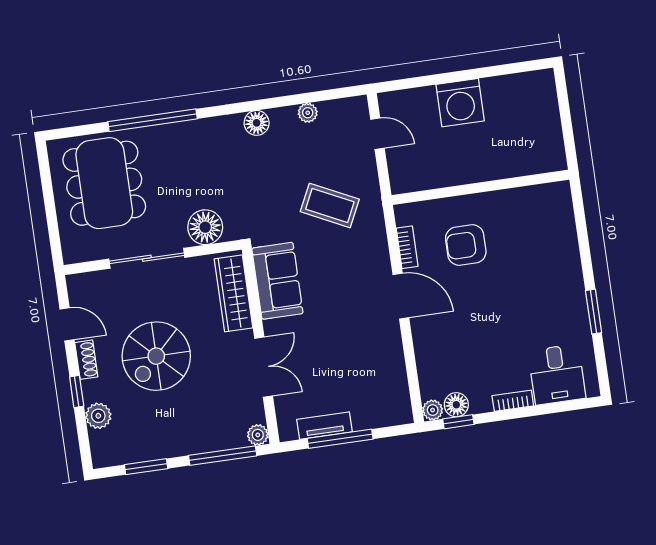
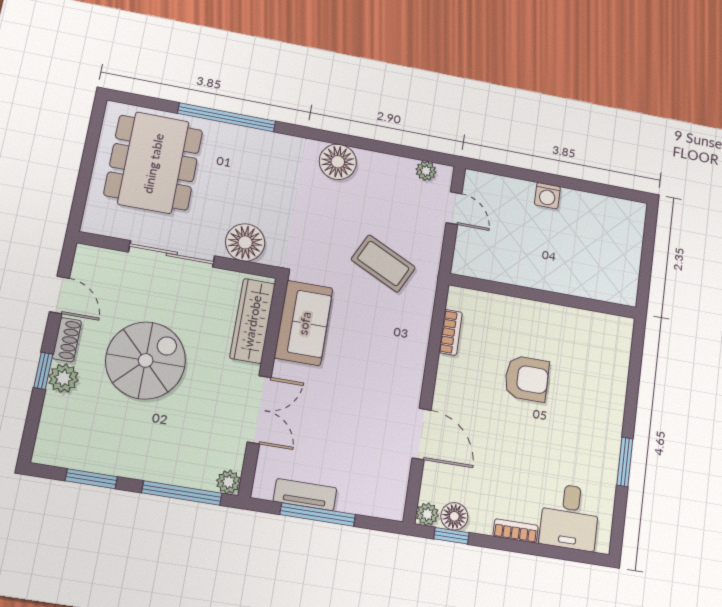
washing machine: (460, 103) -> (547, 196), width x0.53, depth x0.53
plant: (308, 113) -> (426, 171), moved
floor lamp: (257, 123) -> (338, 162), width x1.38, depth x1.38
armchair: (466, 245) -> (527, 379), moved, turned 180
door: (401, 296) -> (422, 434), moved
spiral stairs: (156, 356) -> (146, 360), turned 180
plant: (98, 416) -> (63, 378), moved

